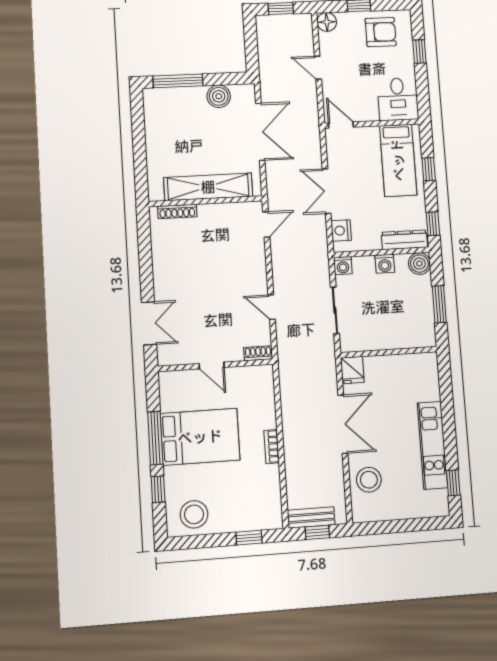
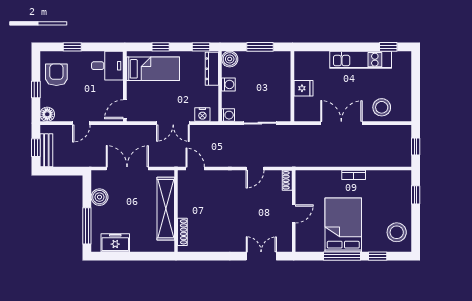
freezer: (157, 120) -> (115, 243), added
fridge: (352, 370) -> (303, 88), moved
bench: (311, 518) -> (46, 150), moved

